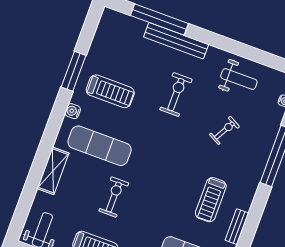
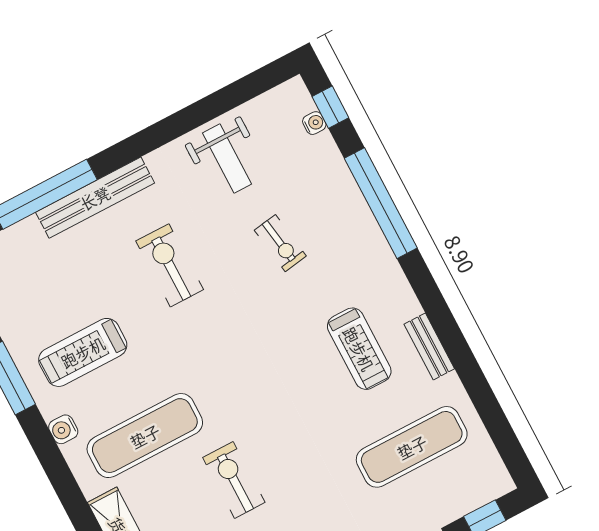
weight bench: (239, 79) -> (227, 158), turned 90
treadmill: (110, 91) -> (83, 352), turned 180
exercise bike: (224, 131) -> (280, 243), turned 142

